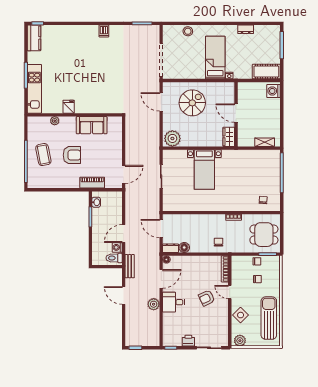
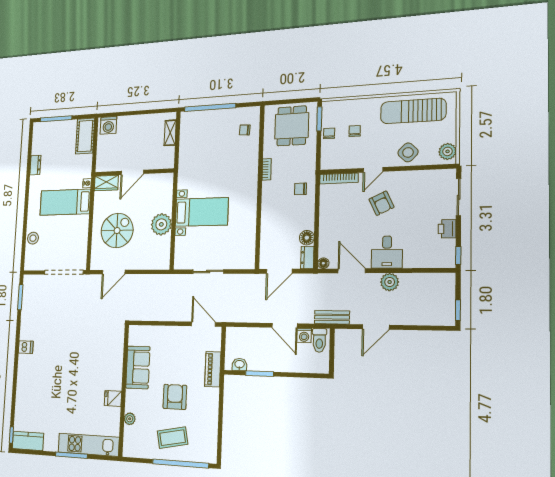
spiral stairs: (192, 103) -> (117, 231), turned 90
wardrobe: (229, 137) -> (106, 183), moved
plant: (172, 138) -> (161, 224), moved

